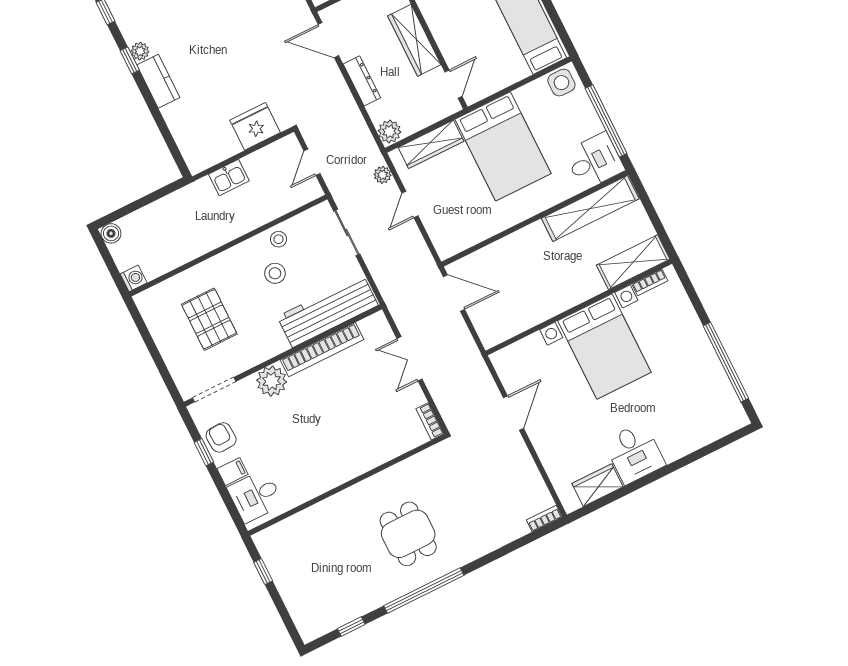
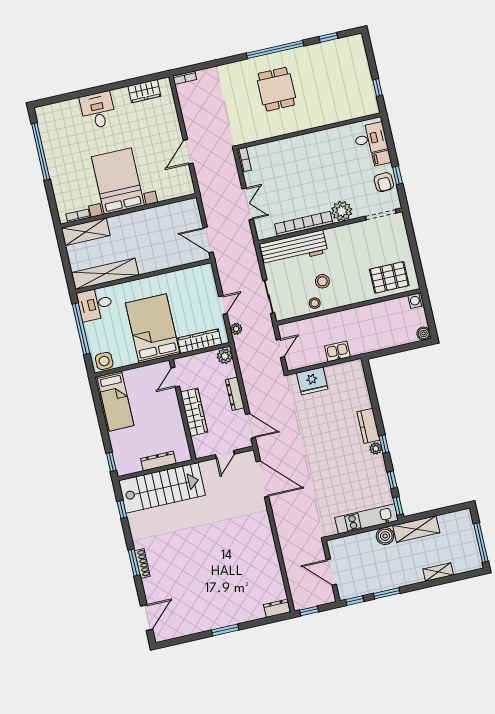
pallet: (209, 319) -> (389, 277), moved, turned 90
desk: (634, 453) -> (98, 110), moved

